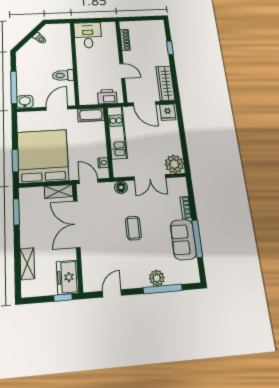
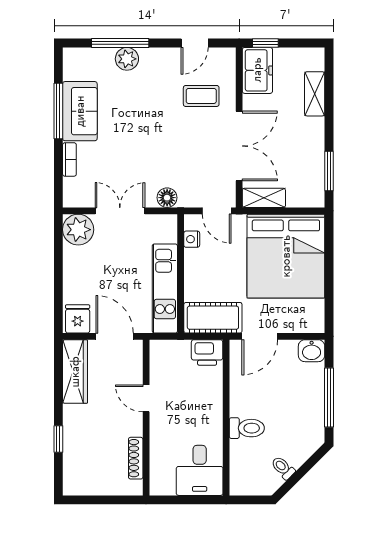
toilet: (63, 75) -> (247, 428), moved
window: (14, 87) -> (329, 398), moved
printer: (107, 97) -> (207, 352), moved
cot: (91, 115) -> (213, 318), width x1.37, depth x1.34
window: (15, 161) -> (329, 252), removed
coffee table: (133, 228) -> (201, 96), moved, turned 90

